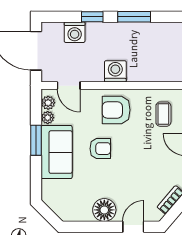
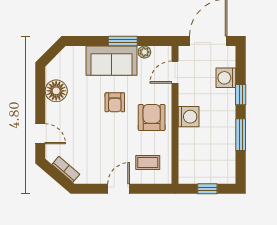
plant: (48, 103) -> (159, 53), removed
floor lamp: (104, 210) -> (56, 91), moved

